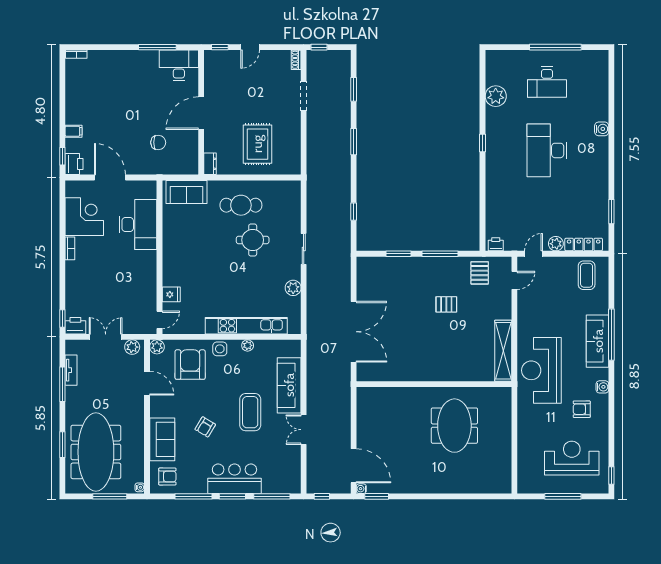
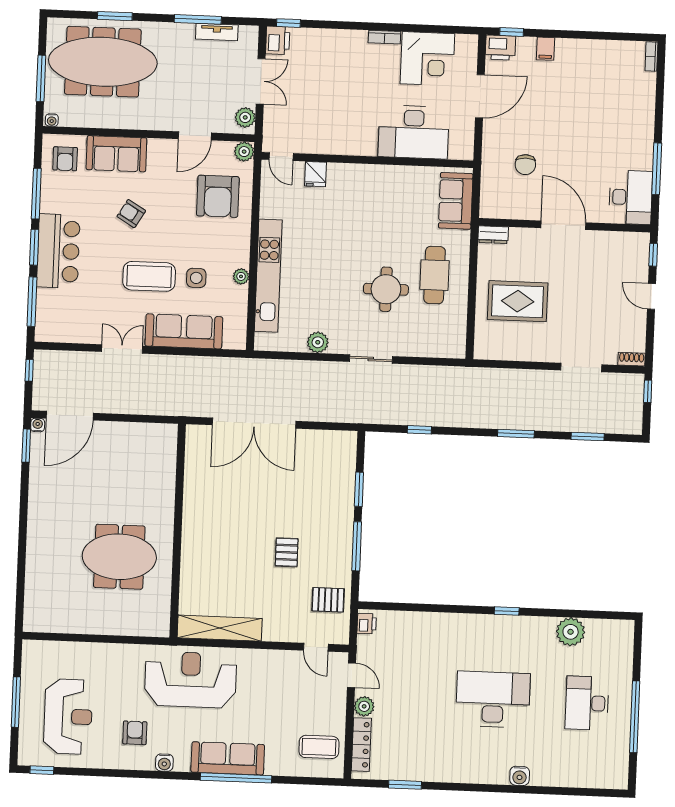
side table: (220, 349) -> (196, 278), moved
armchair: (190, 365) -> (218, 196), turned 90

